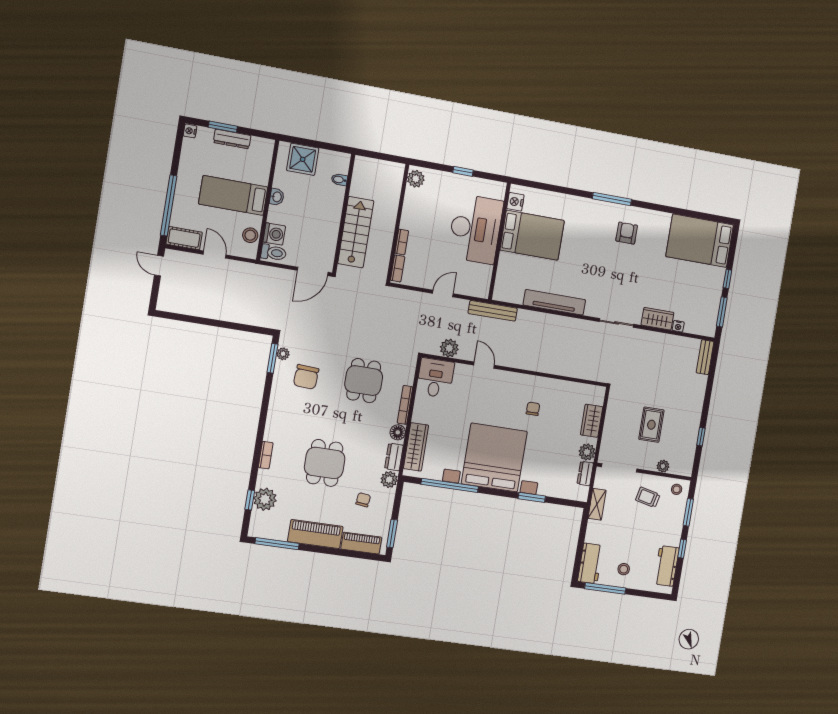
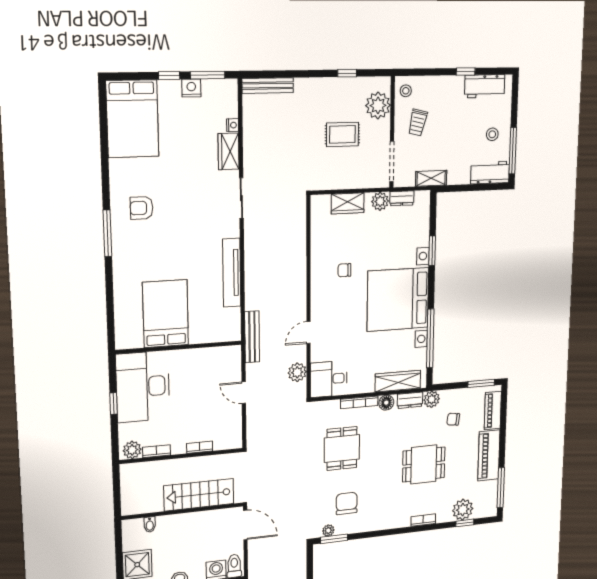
nightstand: (515, 202) -> (191, 88), moved, turned 180
desk: (475, 229) -> (143, 387), moved, turned -90
bookcase: (398, 268) -> (157, 451), moved
bench: (705, 357) -> (268, 86), width x1.36
chair: (306, 377) -> (347, 503), turned -93
dining table: (364, 381) -> (342, 448), turned 90
plant: (663, 466) -> (378, 105), width x1.88, depth x1.88
window: (688, 512) -> (428, 72), removed

